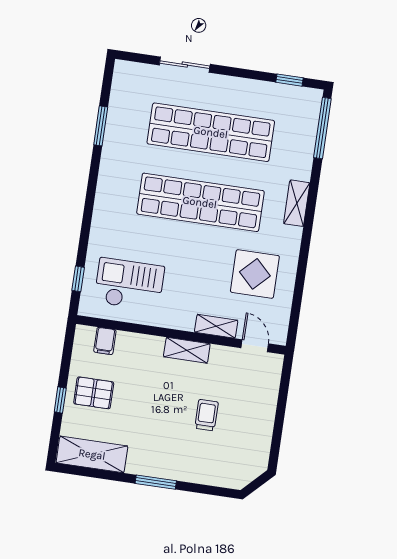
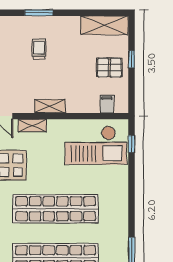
checkout: (129, 284) -> (96, 145), width x1.36, depth x1.21
trolley: (206, 415) -> (39, 49), moved, turned 180
window: (156, 482) -> (39, 13), moved

